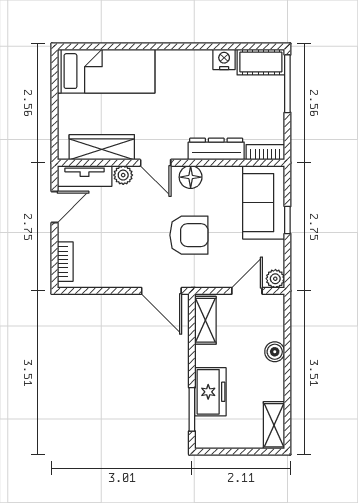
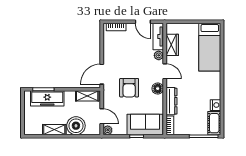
wardrobe: (102, 147) -> (172, 45), width x0.67
door: (156, 163) -> (165, 71), swing flipped
boiler: (275, 352) -> (76, 126), width x1.86, depth x1.86
freezer: (210, 392) -> (47, 98), width x1.40
shelving: (274, 425) -> (54, 130), moved

